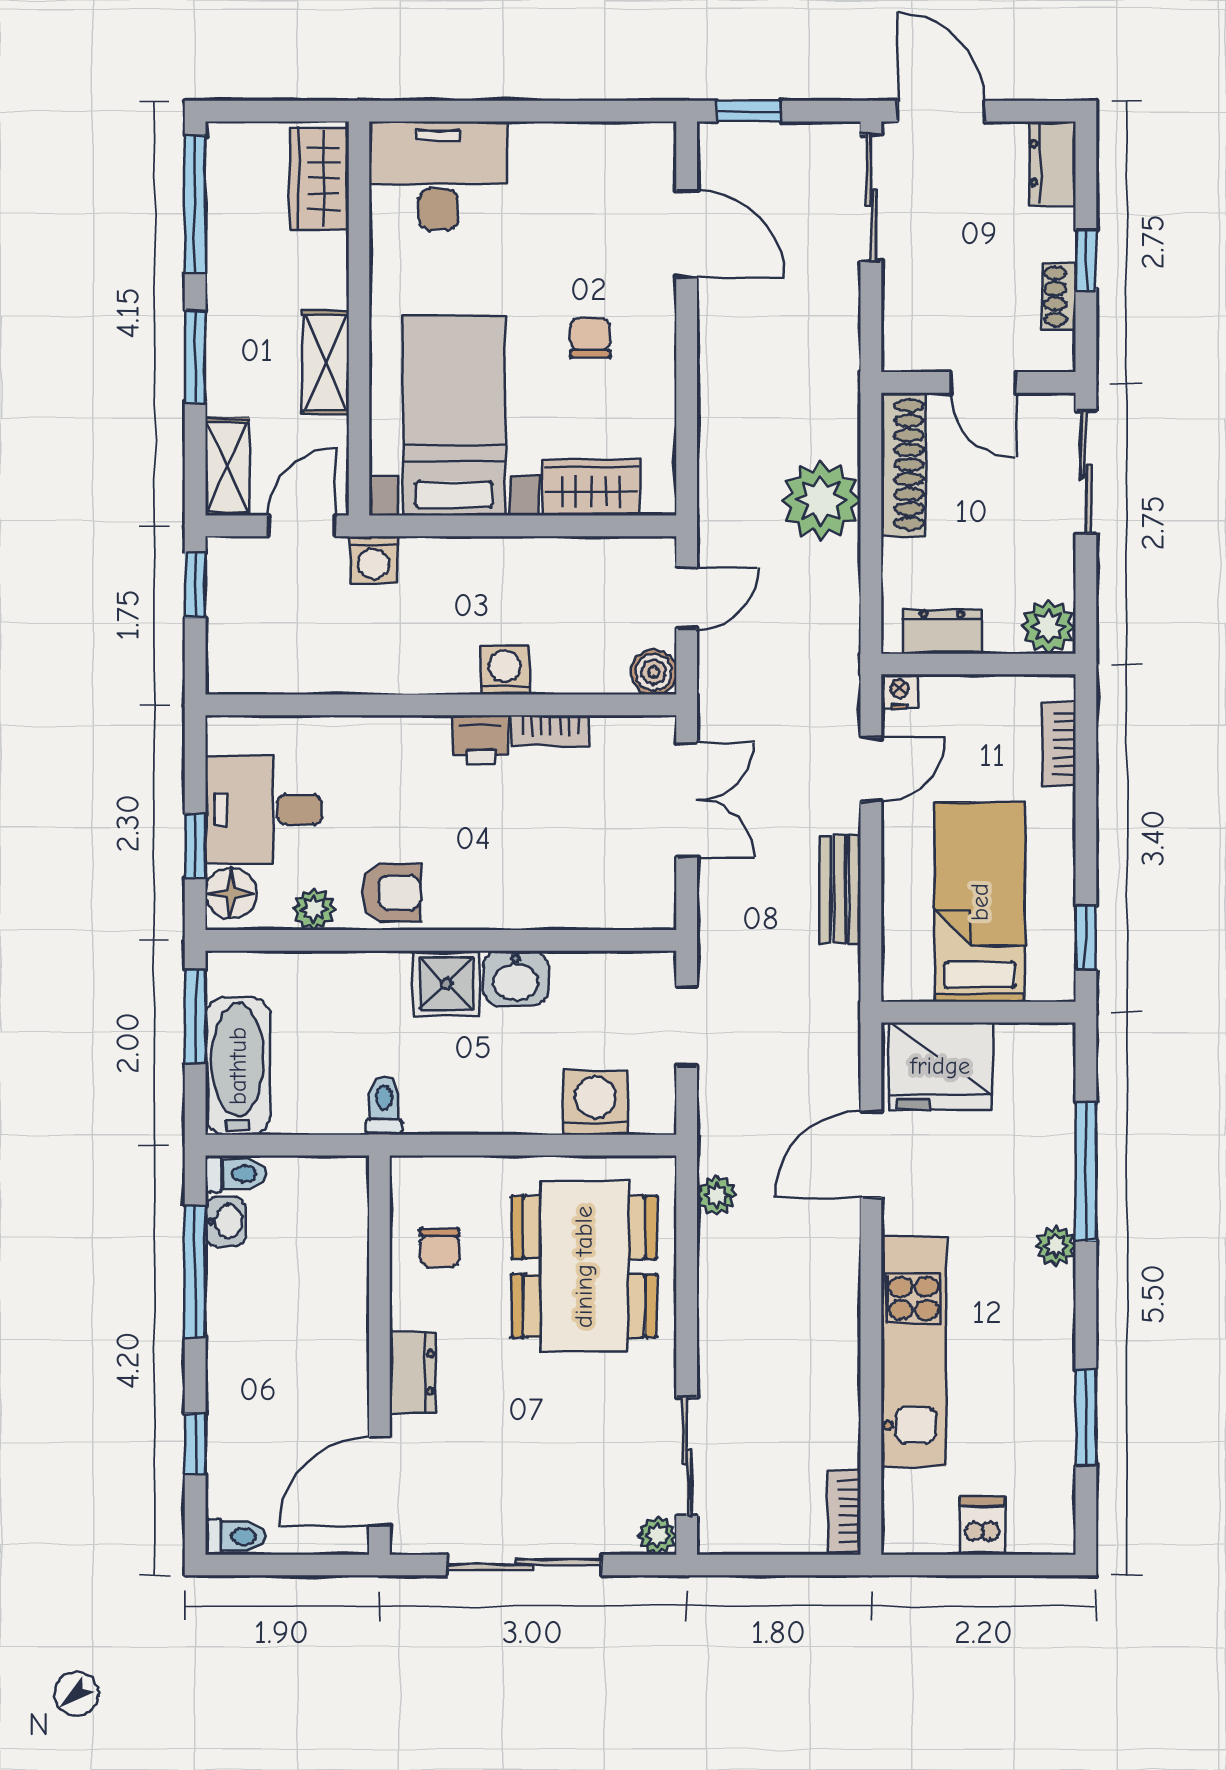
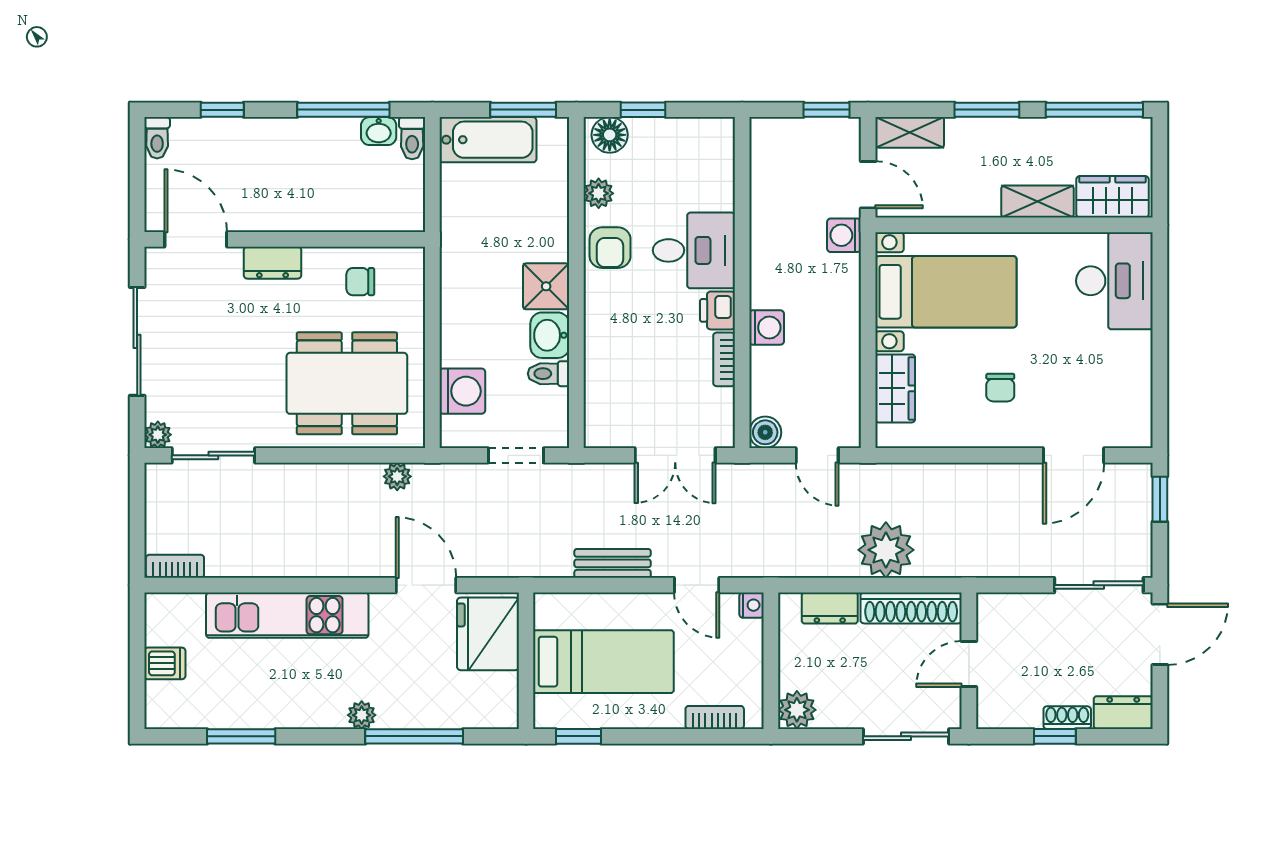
shoe rack: (1059, 296) -> (1067, 718), moved
chair: (590, 338) -> (1000, 388), turned 90
shelving: (326, 363) -> (1037, 202), moved
dresser: (942, 631) -> (830, 608), moved, turned 90
desk: (264, 809) -> (694, 250), moved, turned 90
toilet: (384, 1106) -> (549, 374), moved, turned 180

